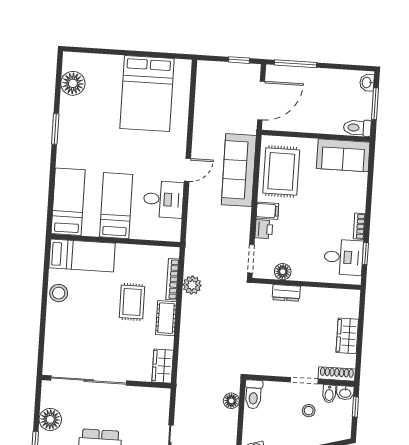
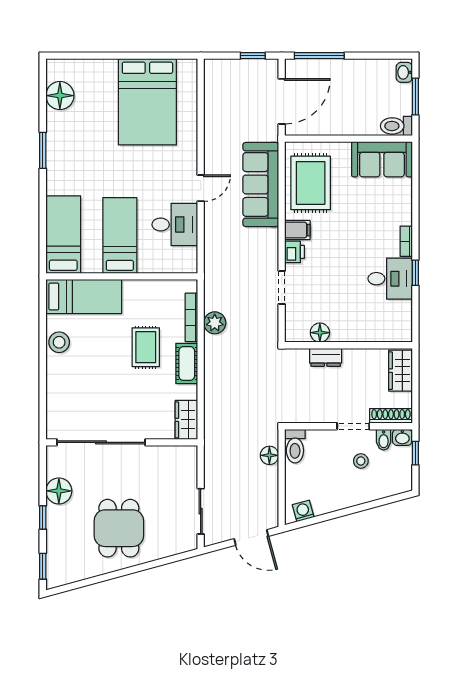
floor lamp: (283, 272) -> (320, 333), moved
wall: (306, 284) -> (348, 345), moved
dresser: (286, 293) -> (326, 357), moved

